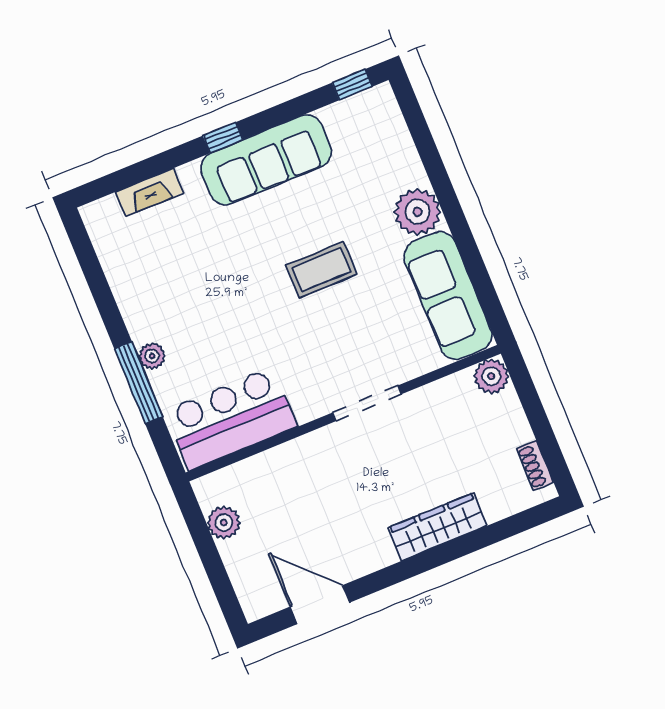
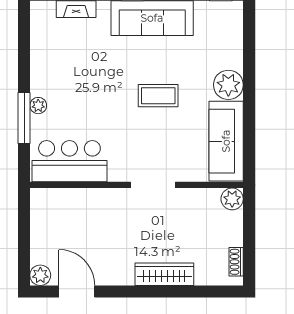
plant: (224, 523) -> (40, 275), moved

